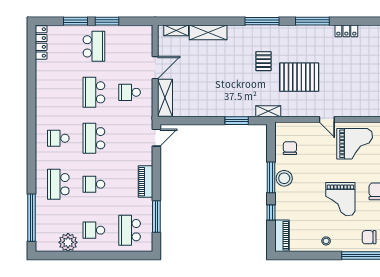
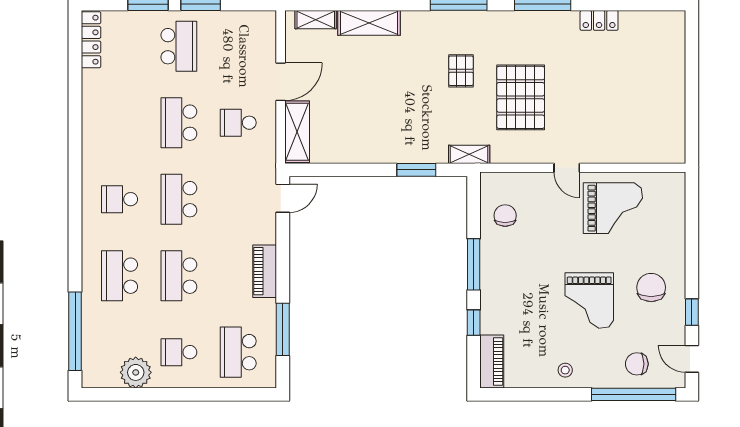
pallet: (299, 77) -> (521, 97), turned 90
stool: (284, 178) -> (496, 266), removed
school desk: (94, 184) -> (179, 276), width x1.85

